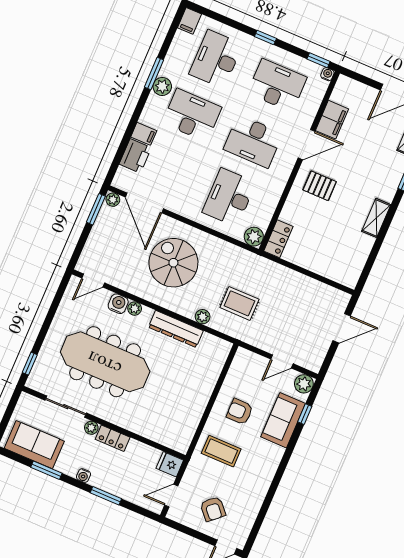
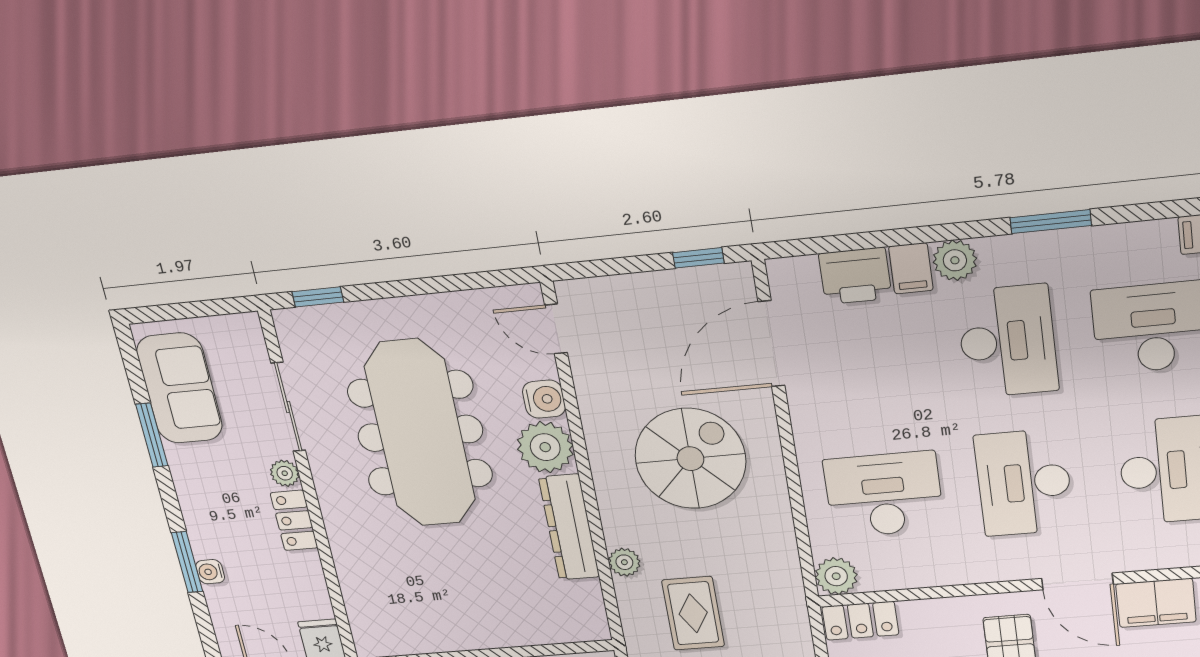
plant: (162, 86) -> (955, 260), moved
plant: (113, 200) -> (739, 280), removed
window: (96, 209) -> (698, 258), width x0.67
plant: (135, 309) -> (545, 447), width x1.87, depth x1.87
water cooler: (83, 476) -> (210, 572), moved

